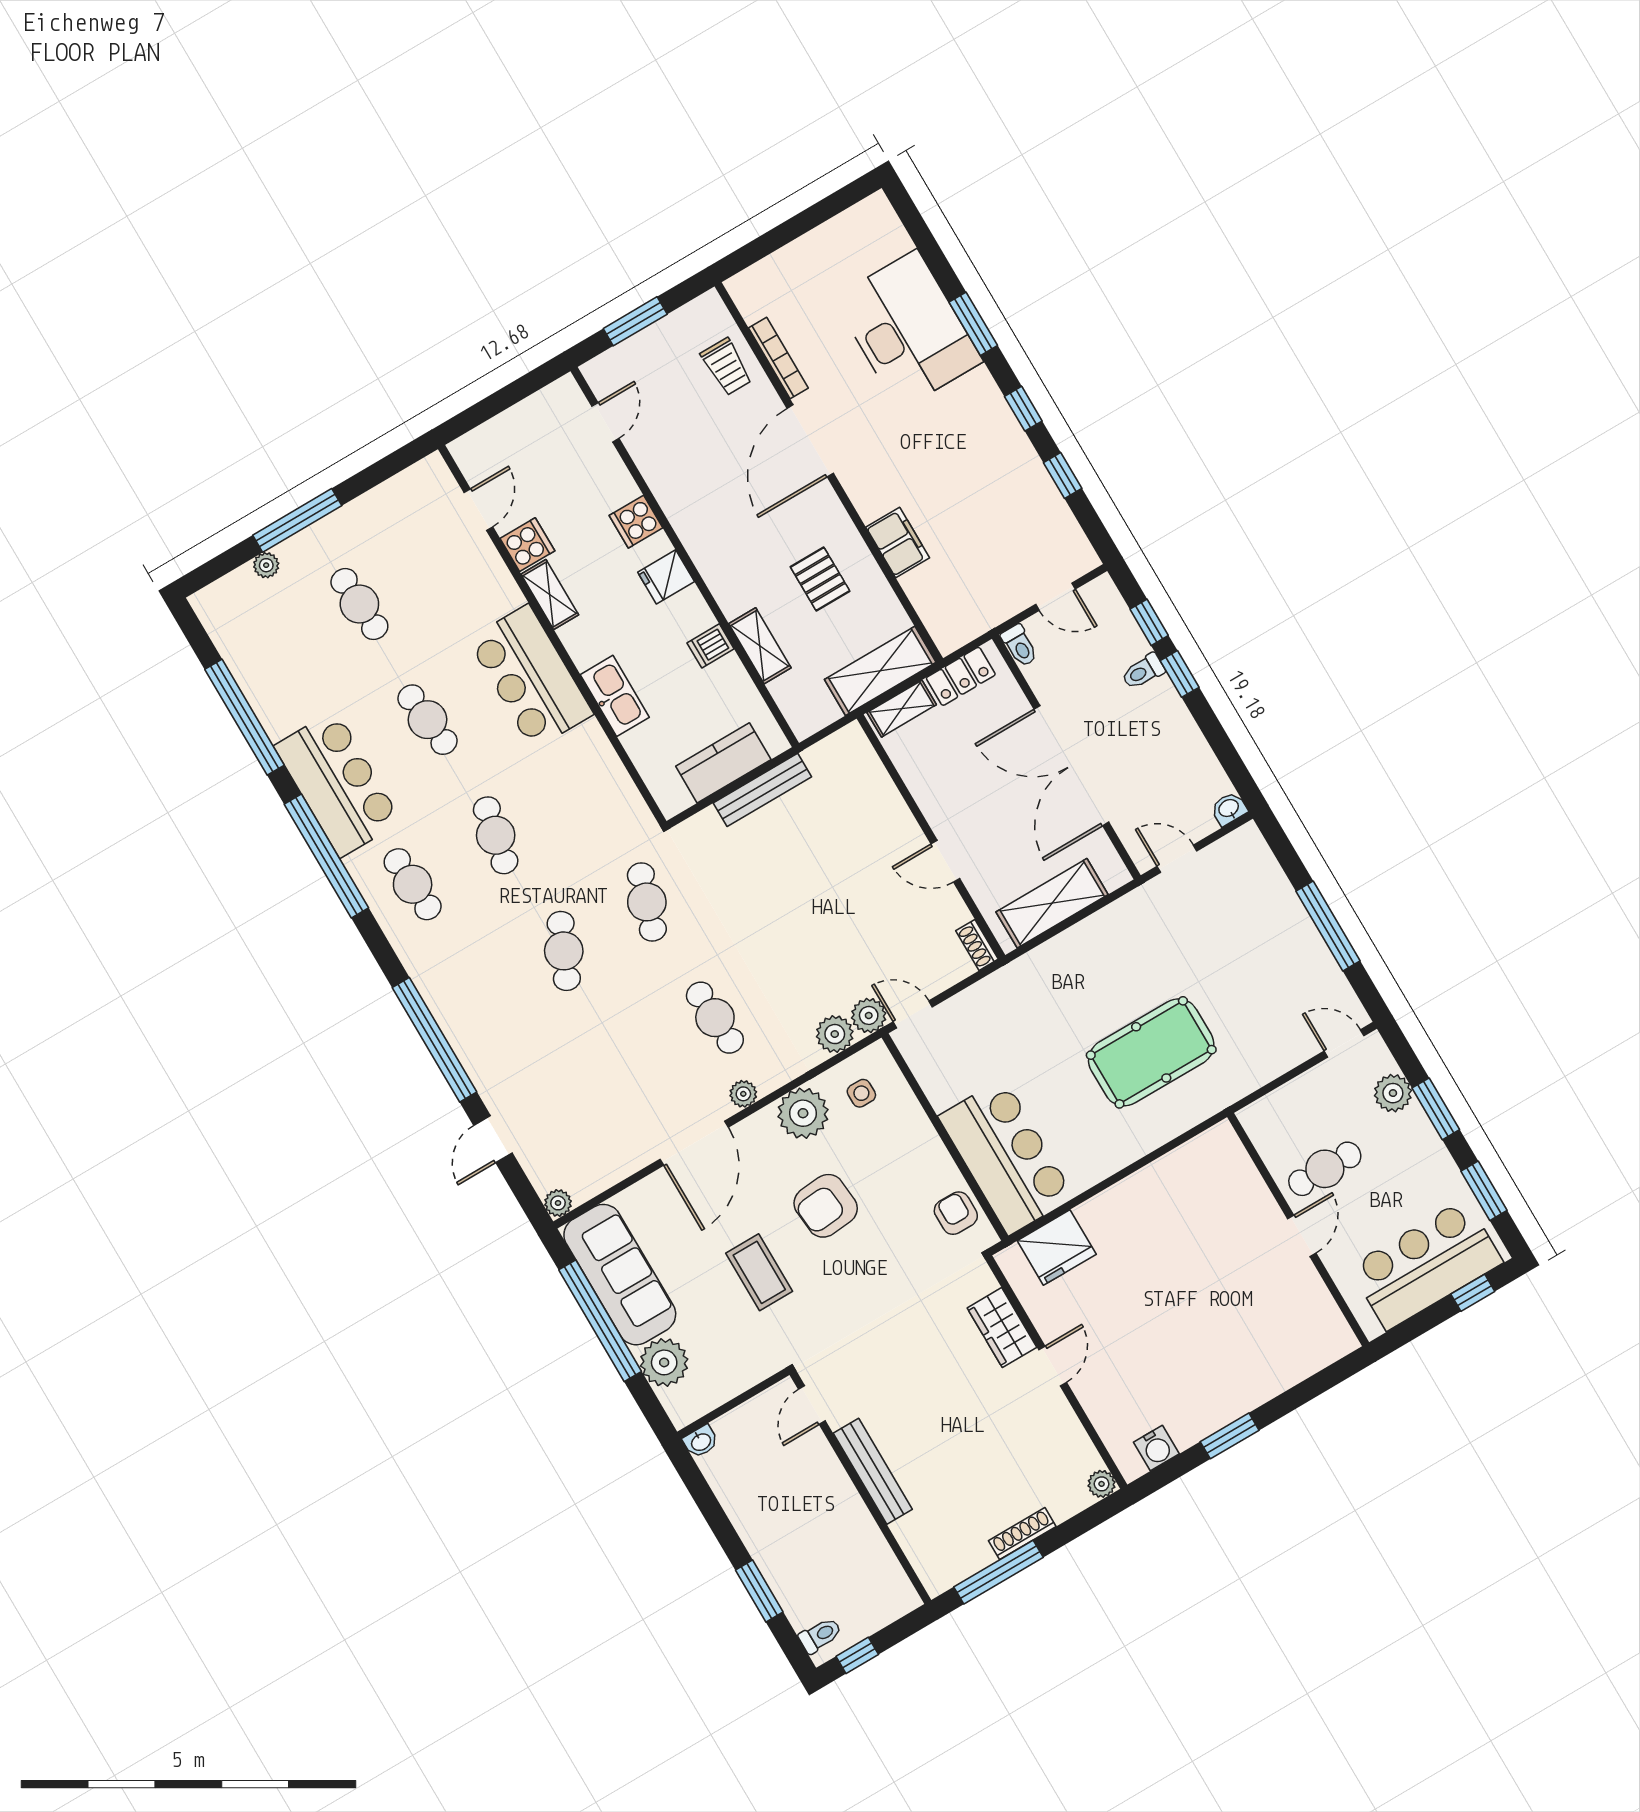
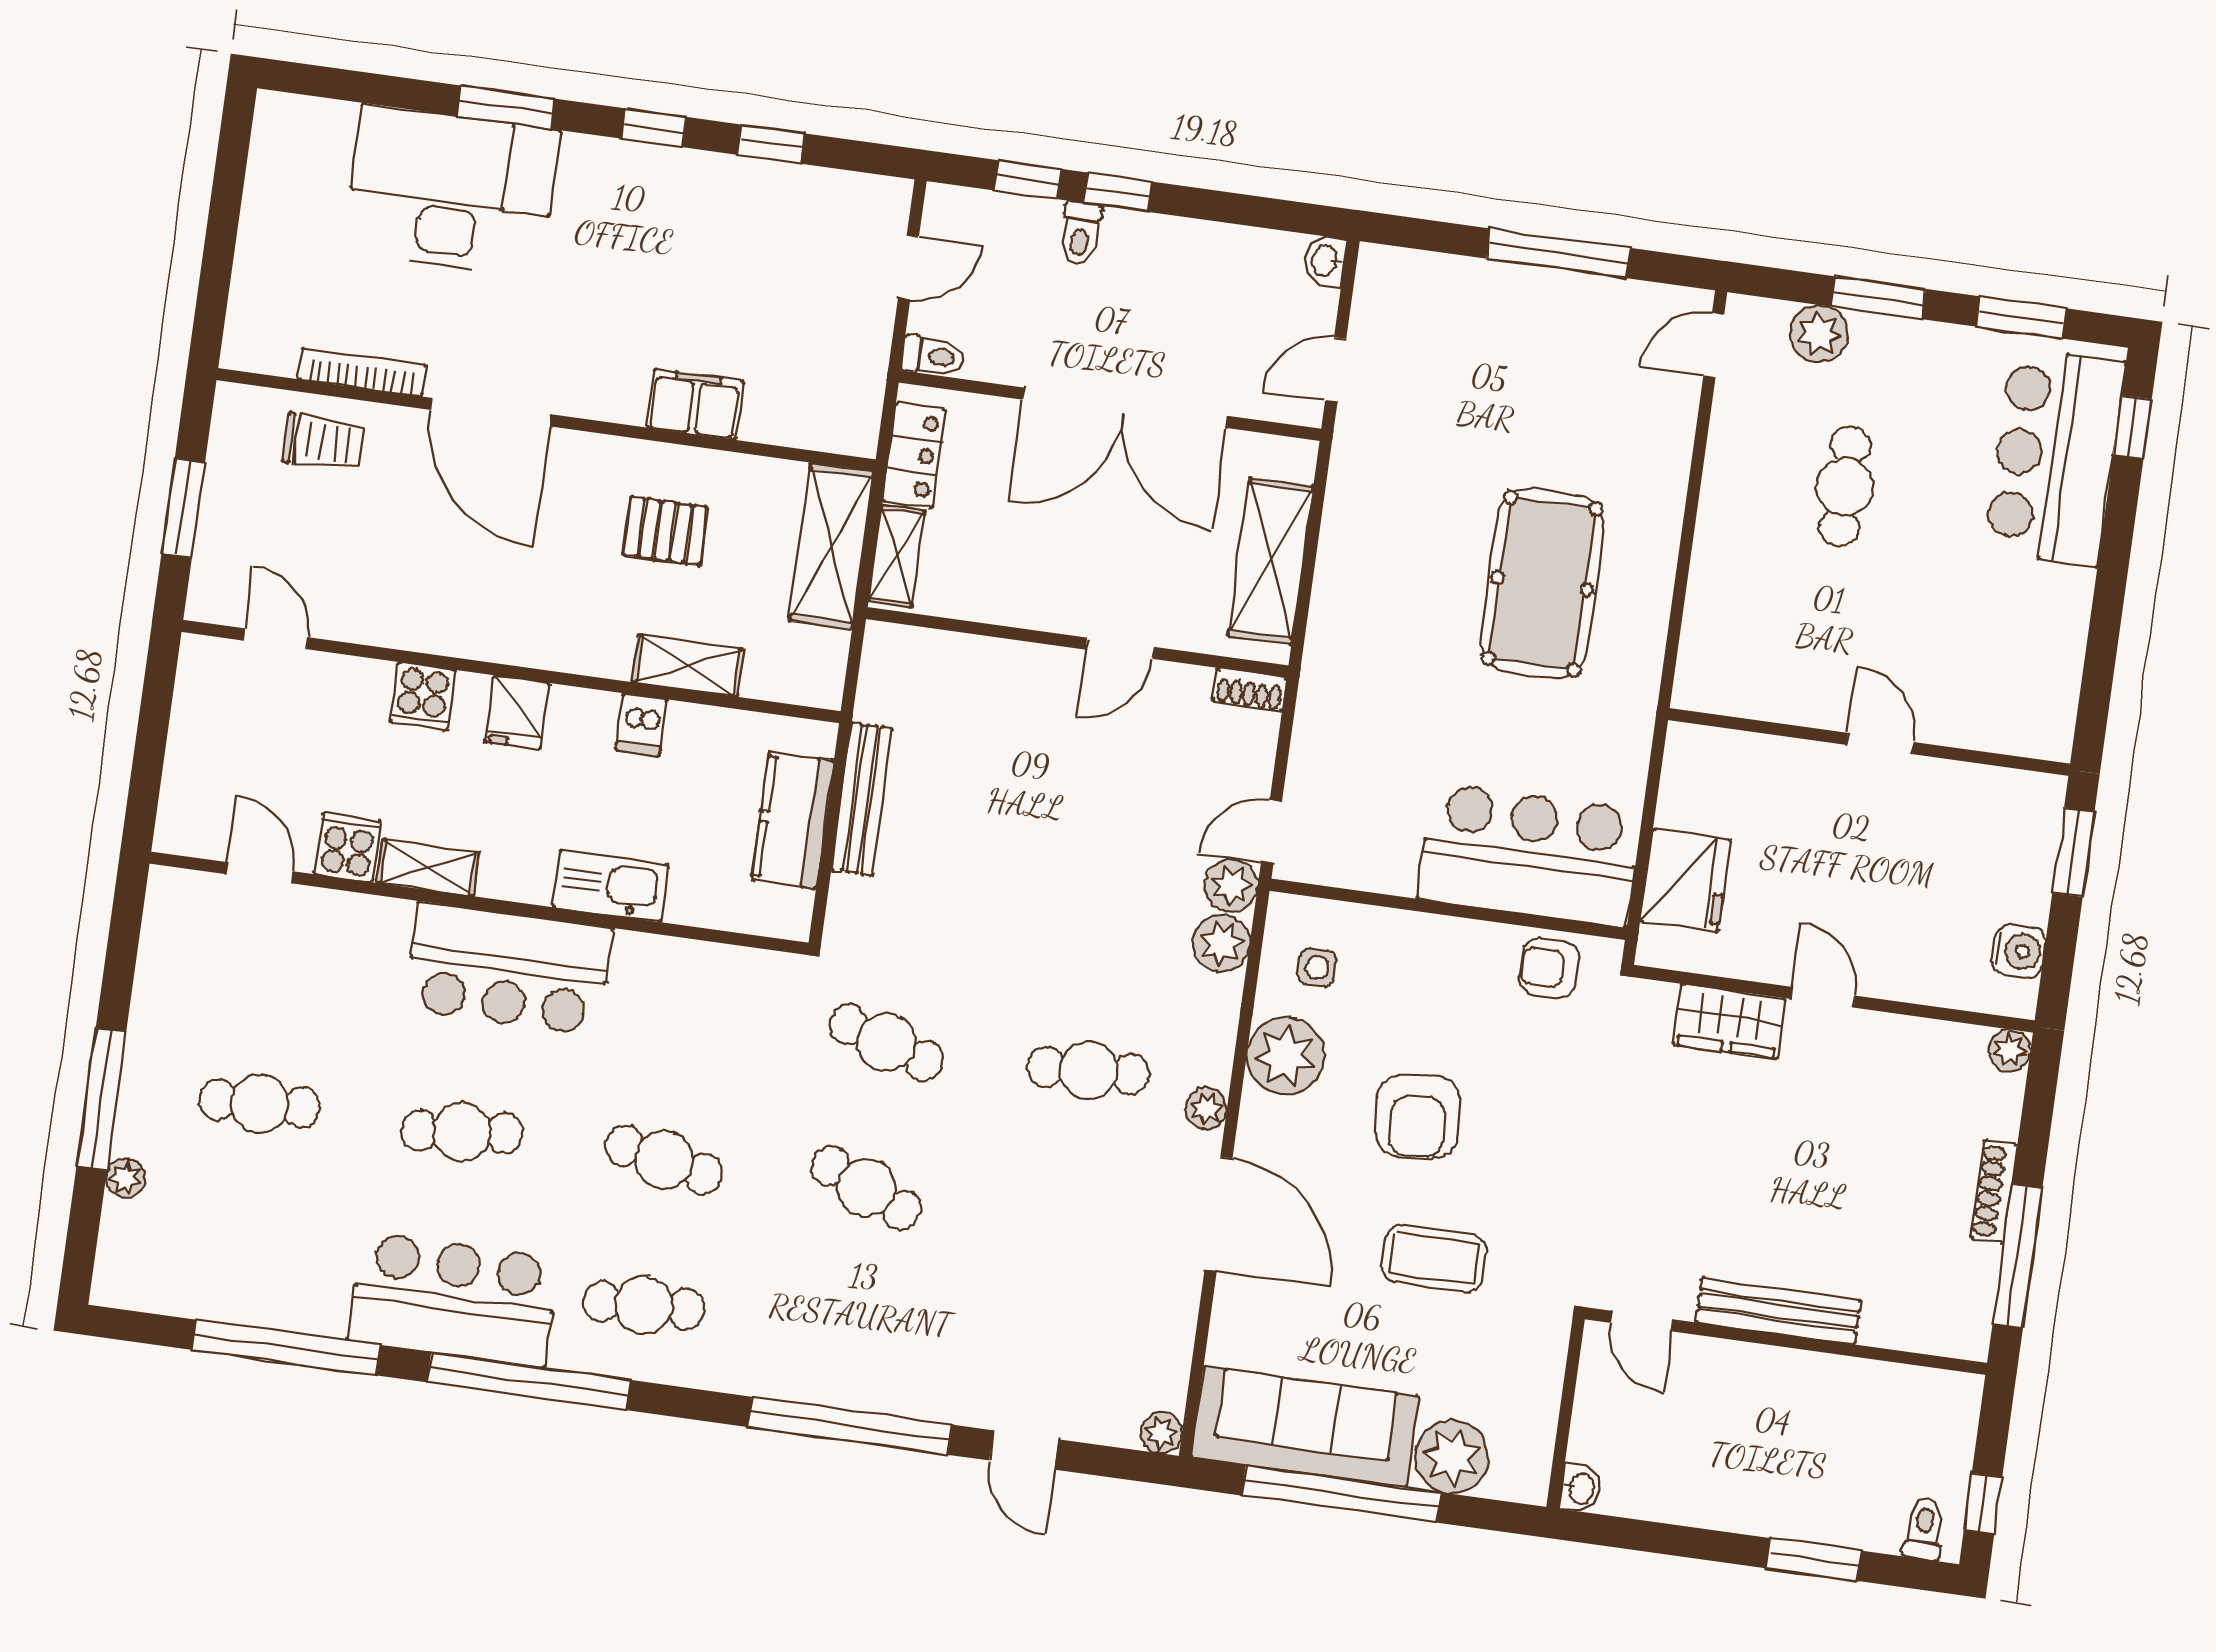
wall: (1298, 1230) -> (1869, 742), moved
door: (1302, 1236) -> (1880, 743), moved

